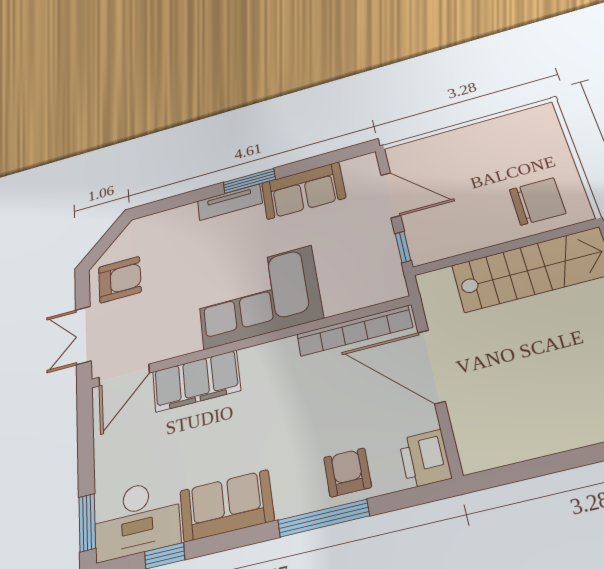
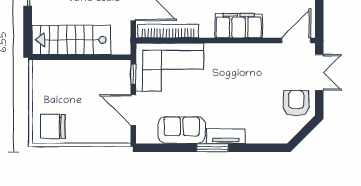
chair: (537, 201) -> (53, 127), moved
armchair: (120, 280) -> (296, 103), turned 90
corner sofa: (258, 297) -> (170, 67), moved
filing cabinet: (196, 381) -> (239, 26), moved

